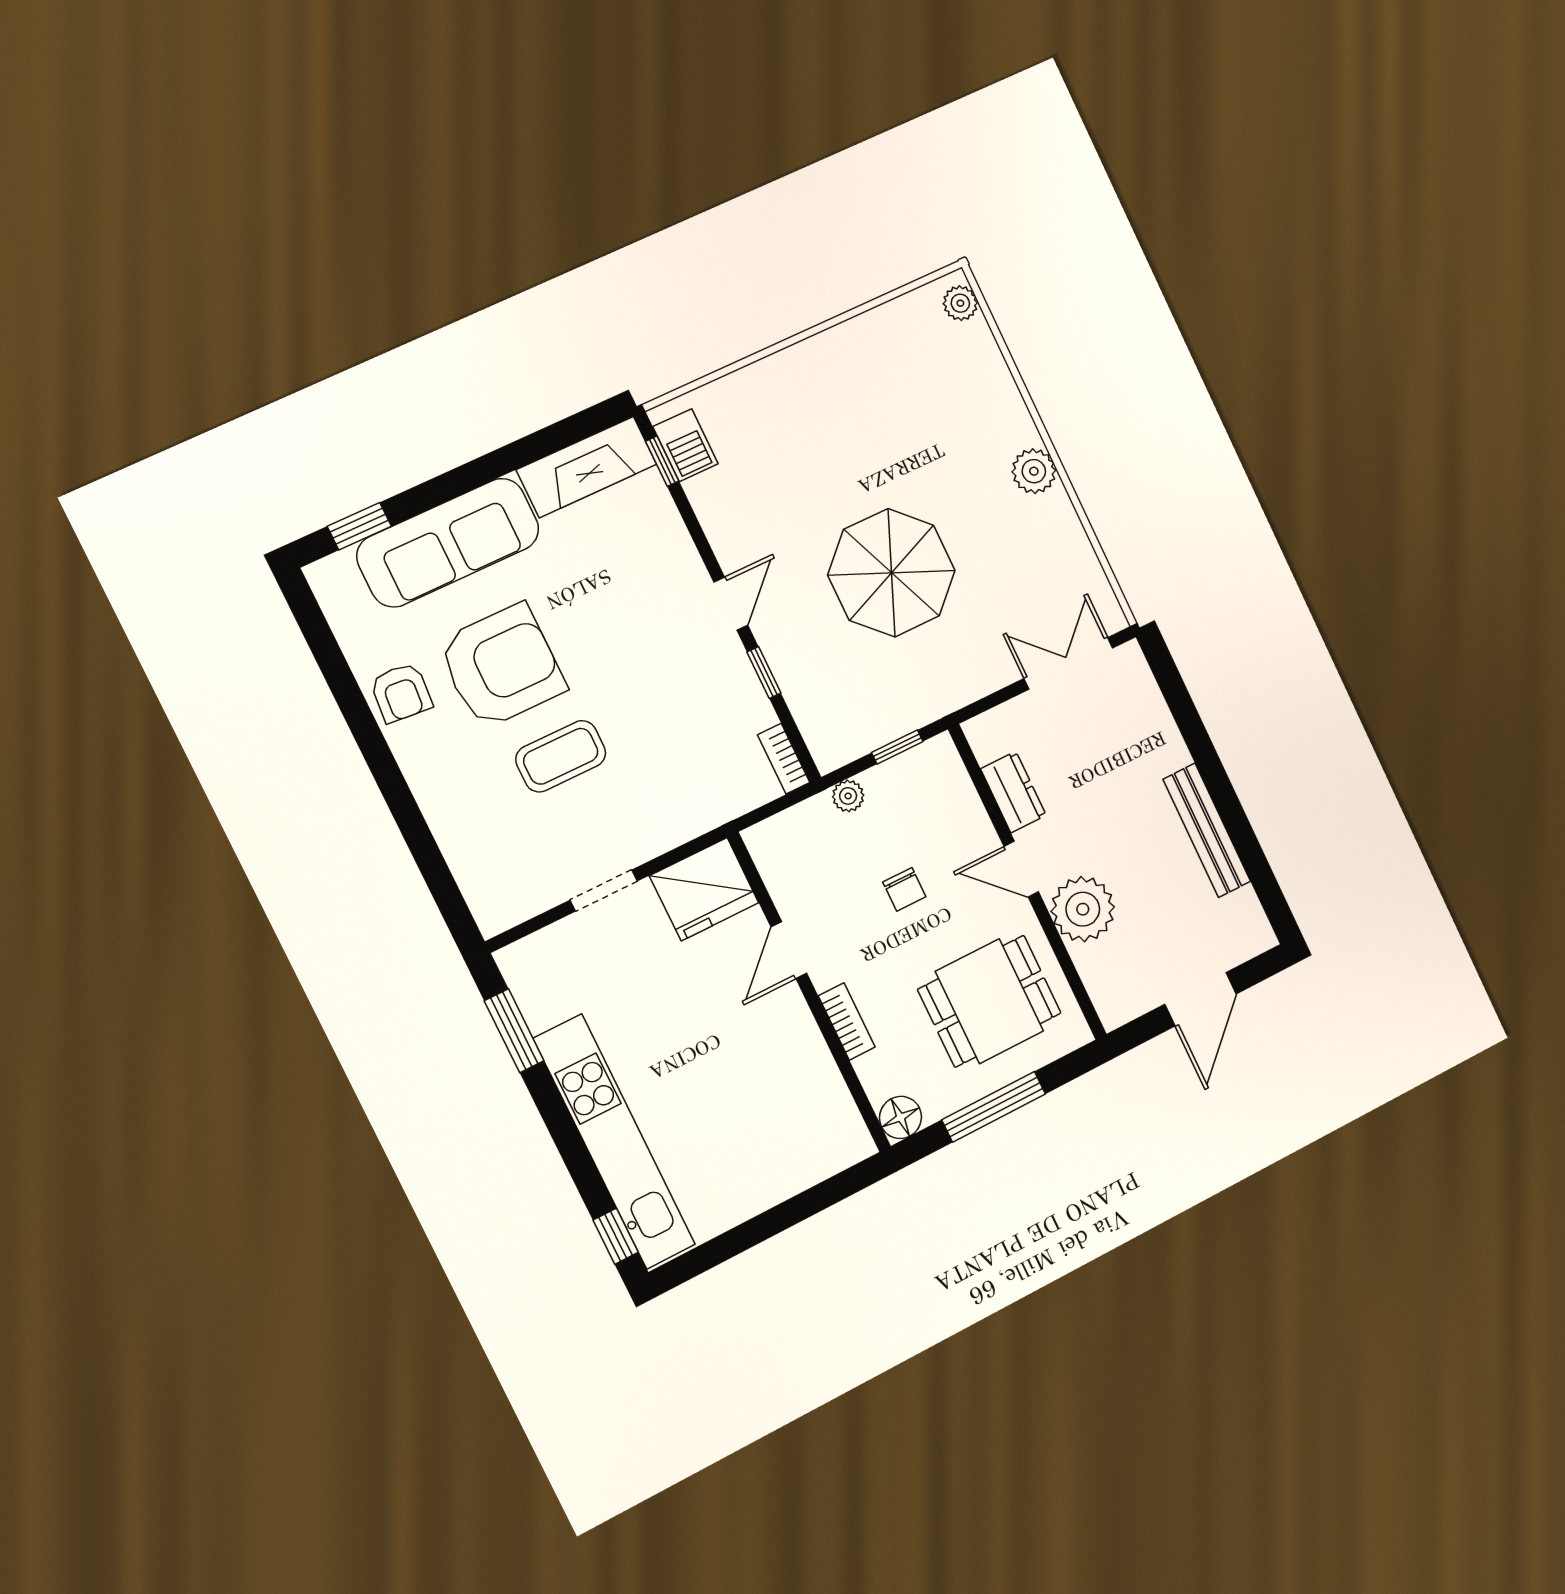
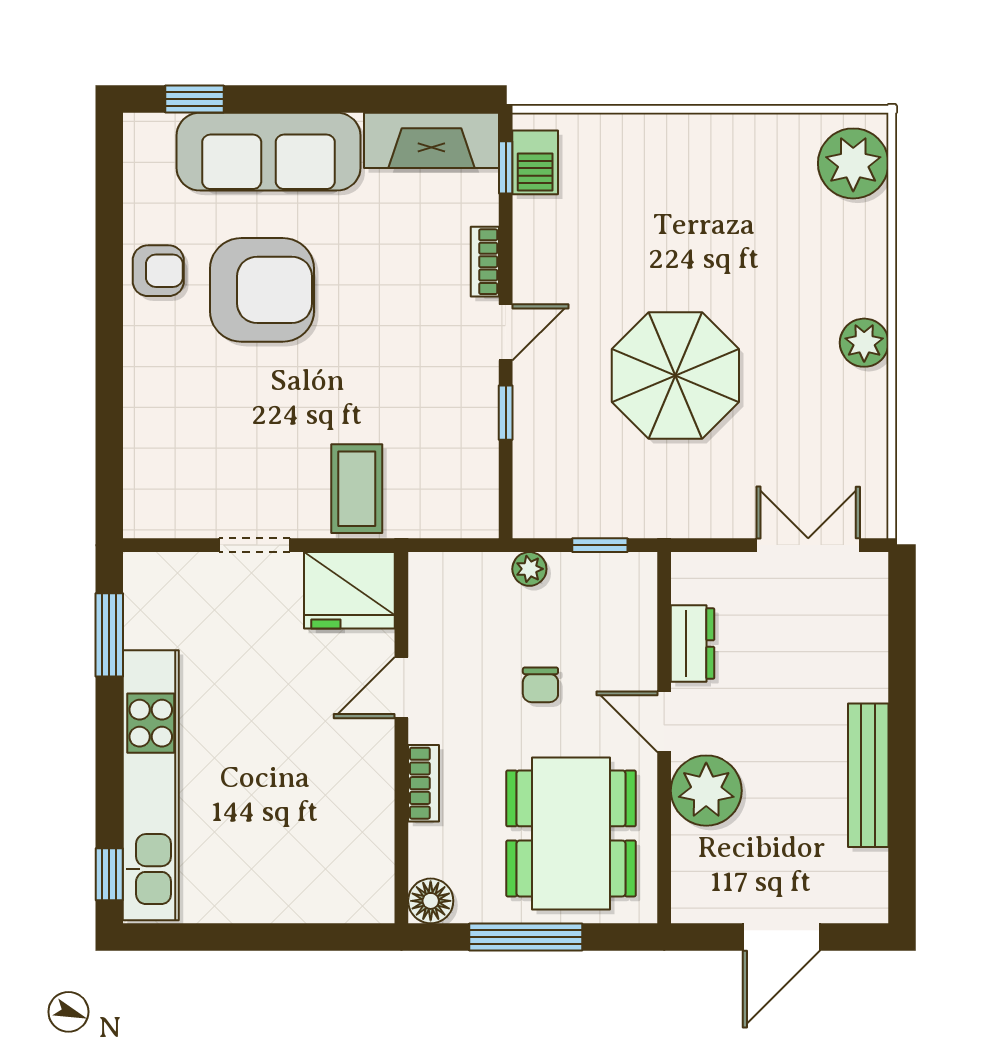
plant: (960, 303) -> (853, 163), width x1.87, depth x1.87
armchair: (401, 693) -> (158, 271), turned -95
coffee table: (561, 756) -> (357, 489), moved, turned 90
bookcase: (784, 759) -> (485, 262), moved
dining table: (989, 1001) -> (571, 833), width x1.38

